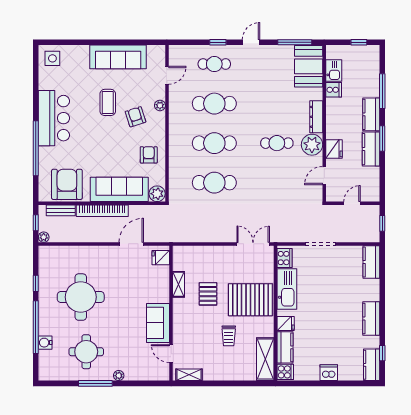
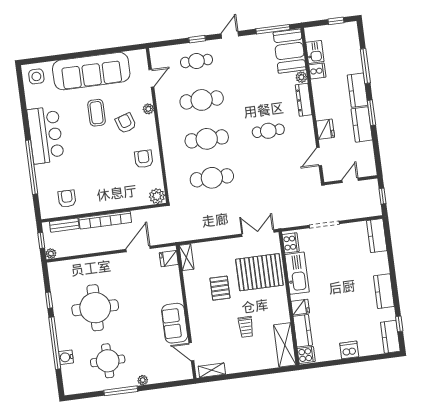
sofa: (118, 57) -> (91, 71), width x1.36, depth x1.27
plant: (312, 145) -> (301, 77), moved, width x0.53, depth x0.53
armchair: (67, 184) -> (67, 199), width x0.53, depth x0.53
sofa: (119, 189) -> (119, 197), removed
shelving: (179, 284) -> (186, 257), moved
pallet: (250, 300) -> (259, 272), moved

